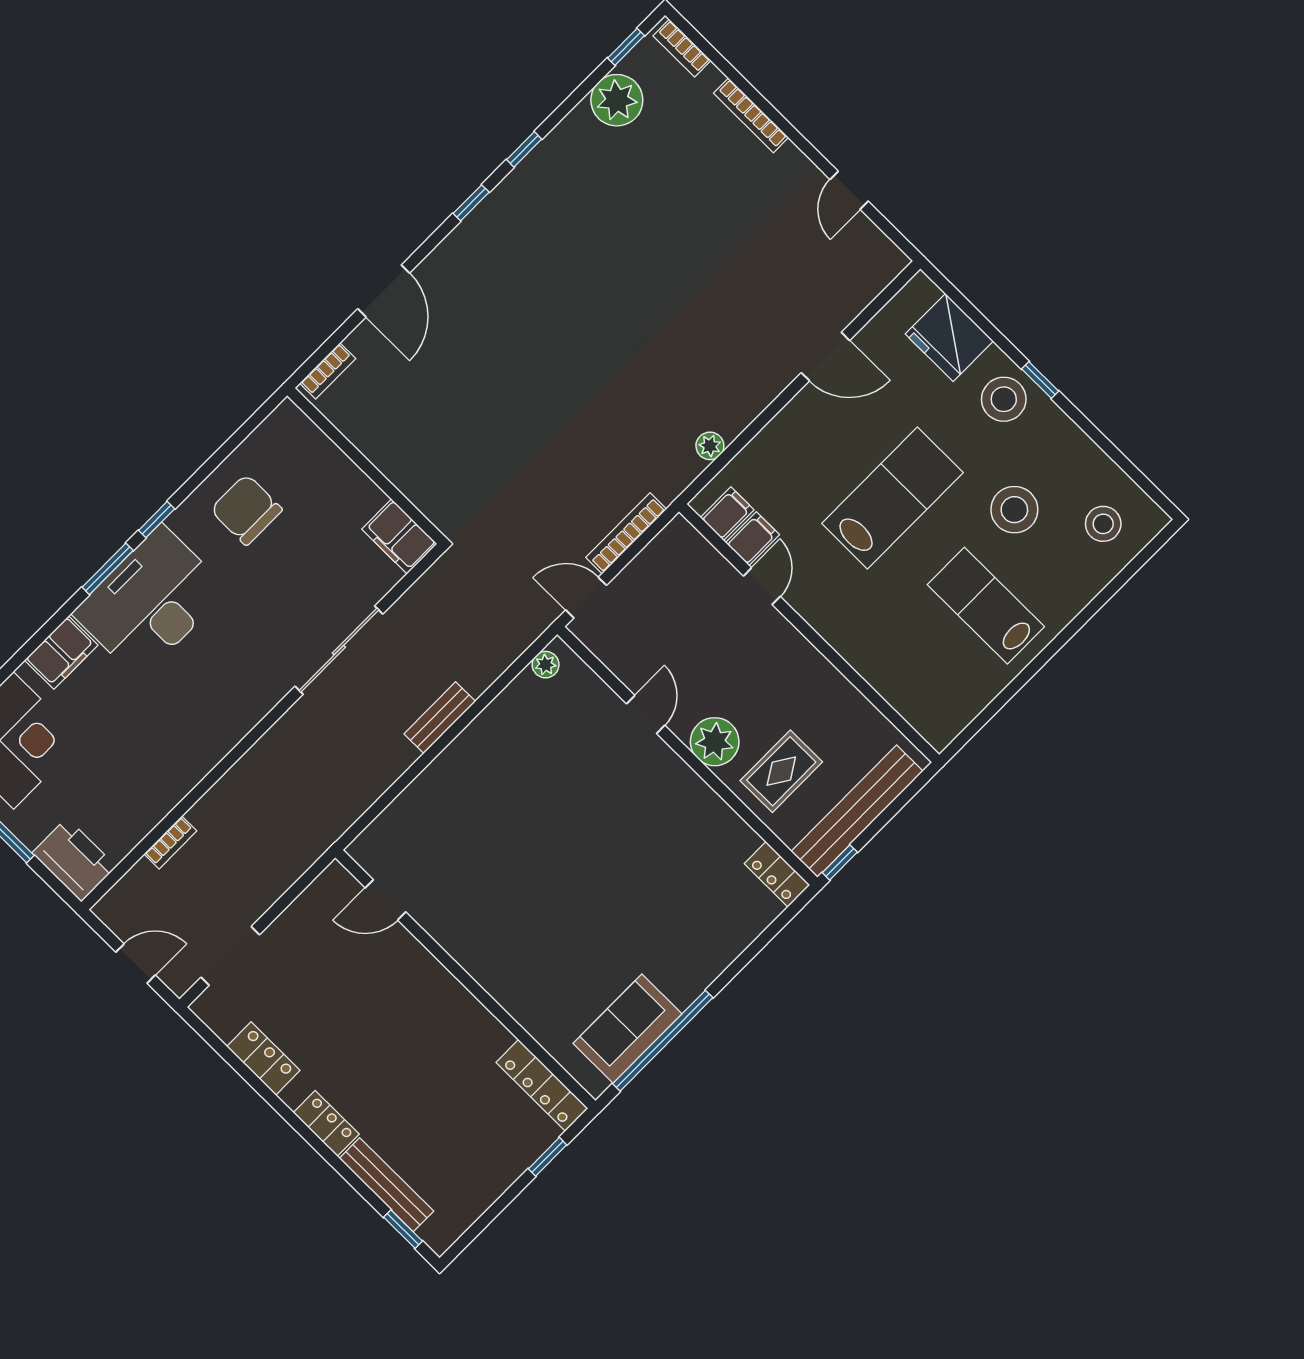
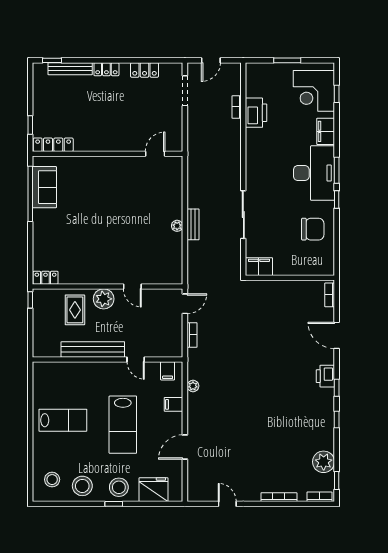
printer: (471, 241) -> (325, 376), added
stool: (1014, 510) -> (82, 486), moved
bookcase: (626, 533) -> (192, 335), width x0.64
filing cabinet: (753, 539) -> (173, 404), moved, turned 90
plant: (546, 665) -> (177, 226), moved
bench: (857, 811) -> (93, 349), moved, turned 90
printer: (74, 860) -> (256, 113), moved, turned -90

